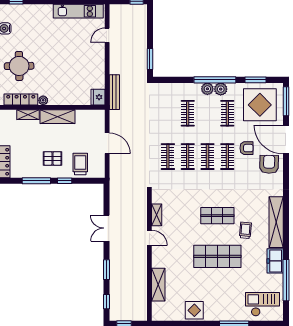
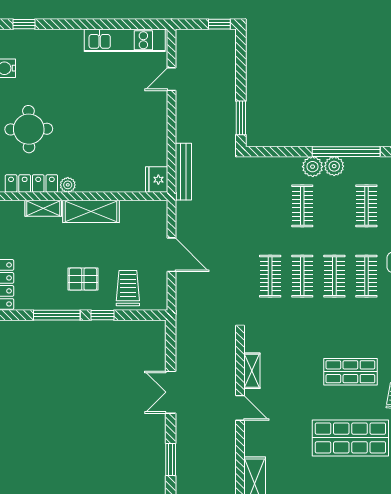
plant: (221, 89) -> (313, 167), moved

